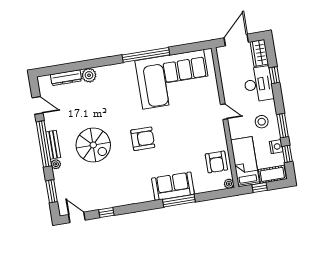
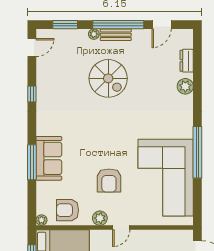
dresser: (66, 78) -> (187, 61), width x0.70
plant: (219, 132) -> (100, 218), added
armchair: (143, 139) -> (109, 180), moved
spiral stairs: (93, 145) -> (108, 78), turned -90
window: (106, 213) -> (32, 94), moved

